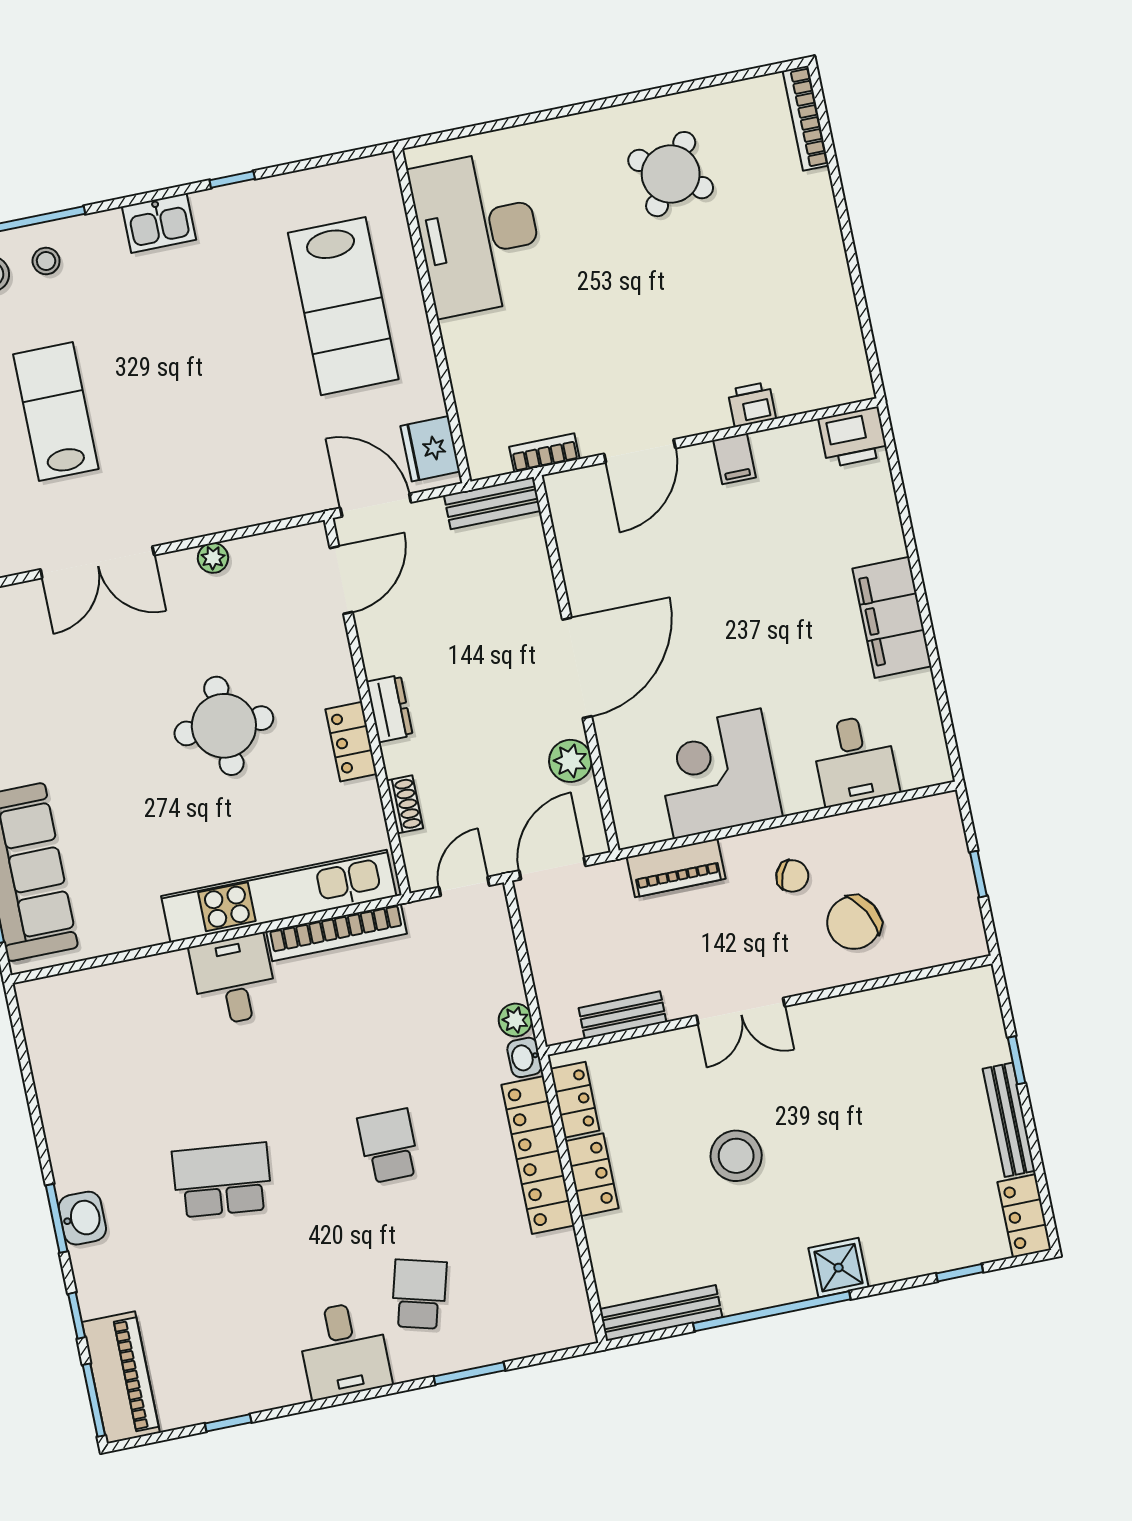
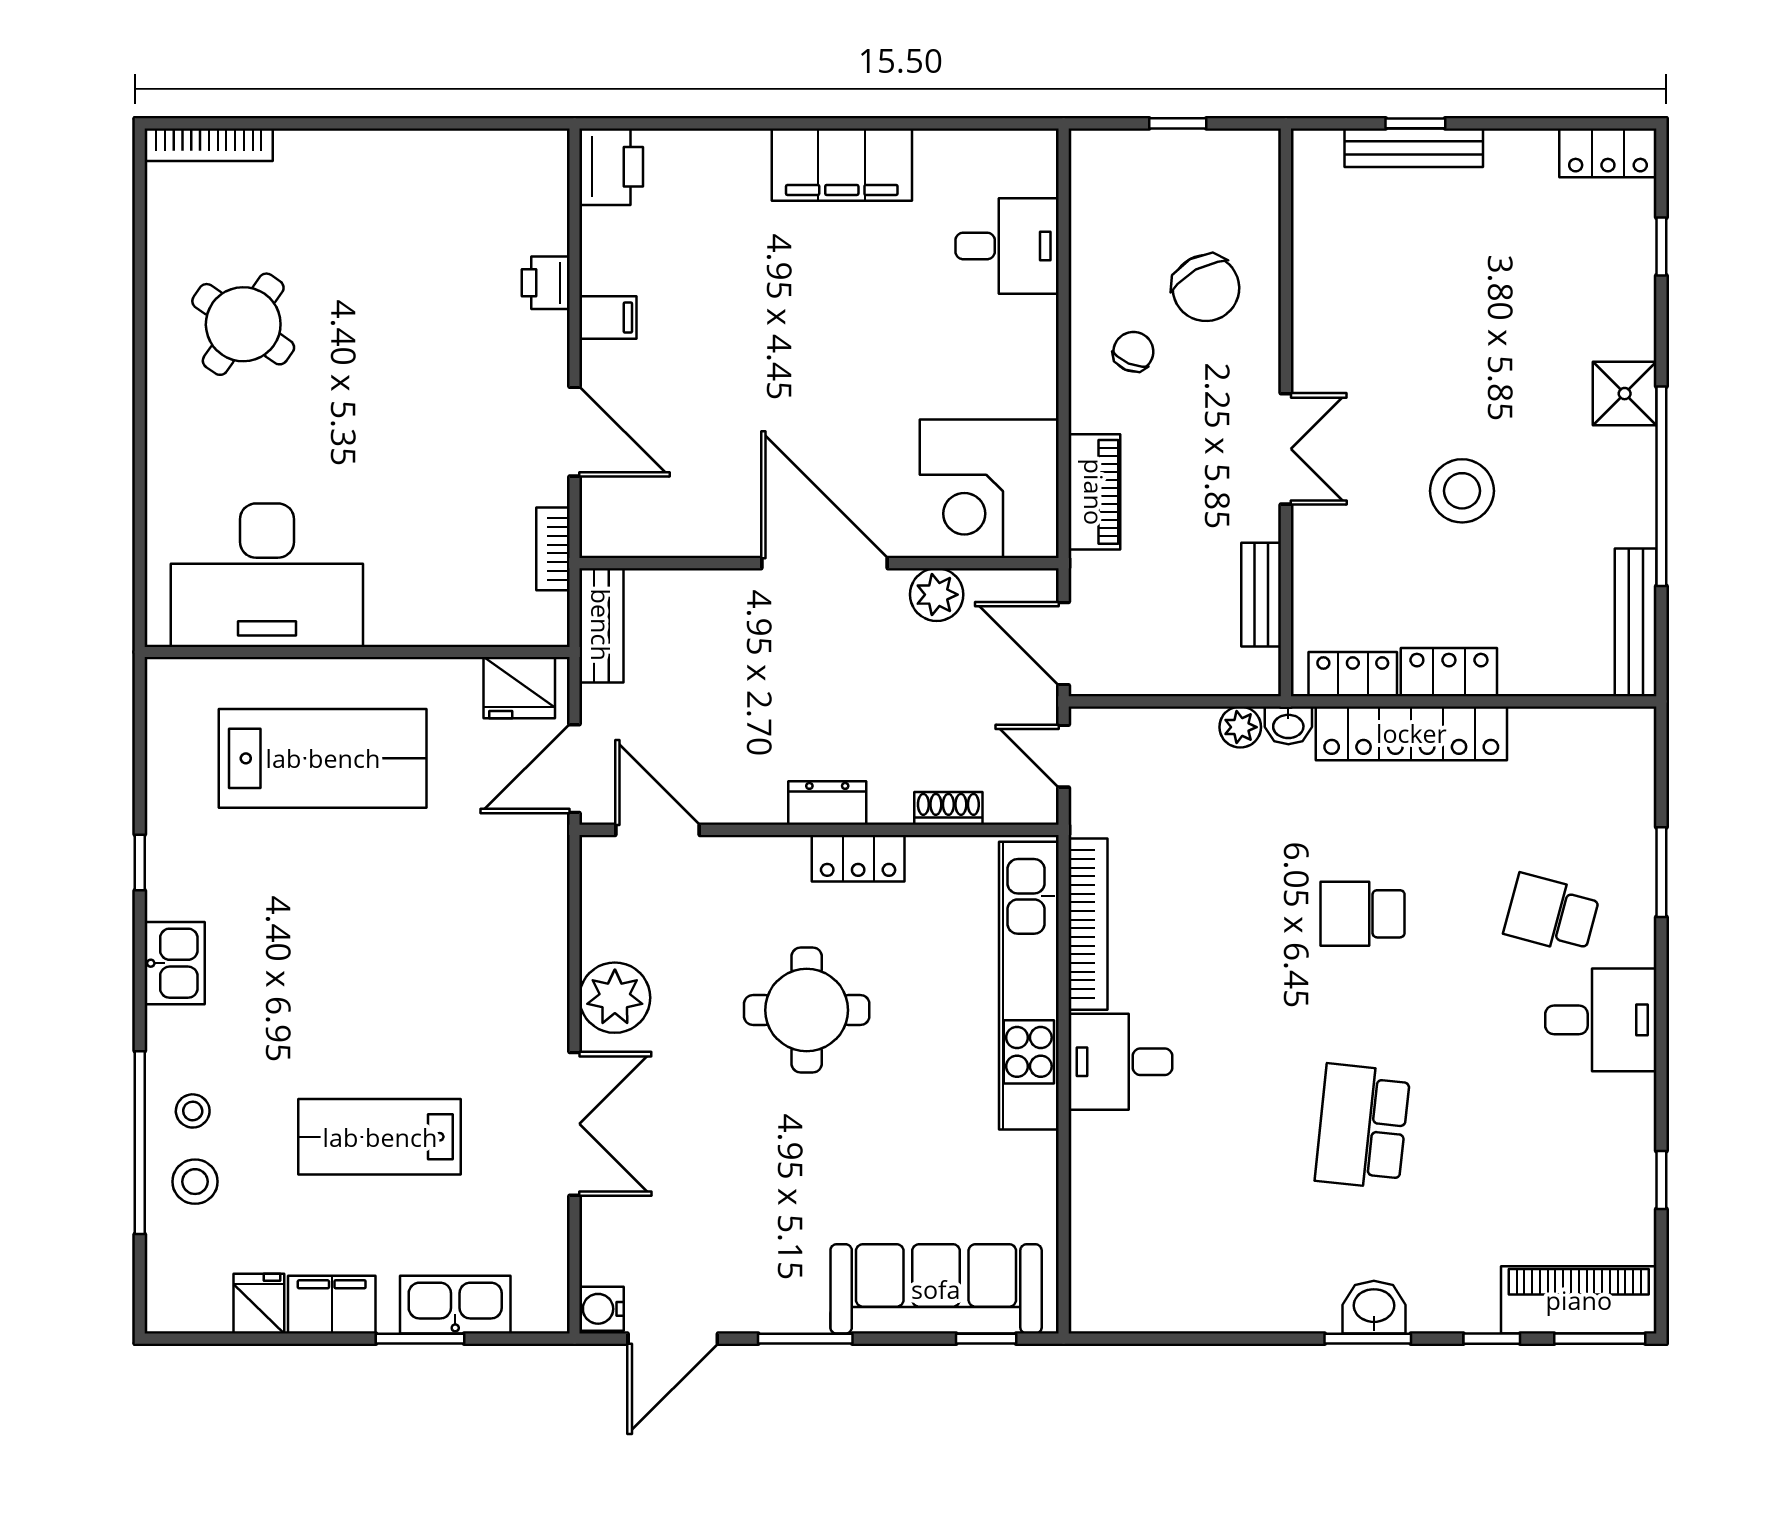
plant: (213, 558) -> (615, 998), width x1.88, depth x1.88
corner desk: (717, 774) -> (989, 489), moved
bench: (1009, 1120) -> (1414, 148), moved

